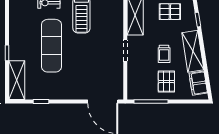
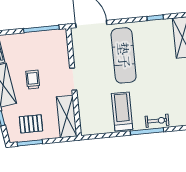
exercise mat: (52, 46) -> (124, 55), moved
pallet: (166, 82) -> (27, 51), removed

